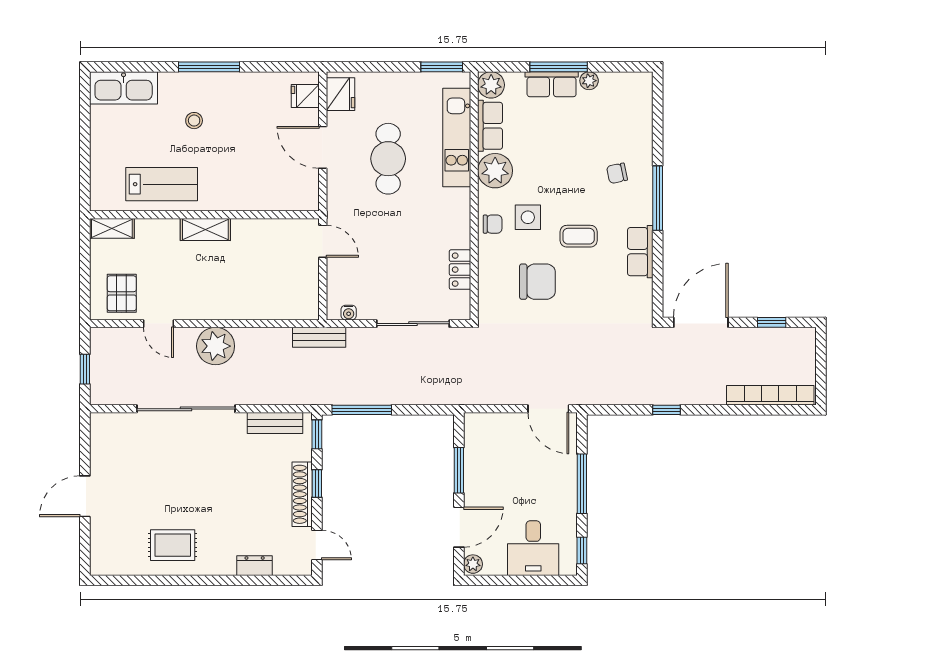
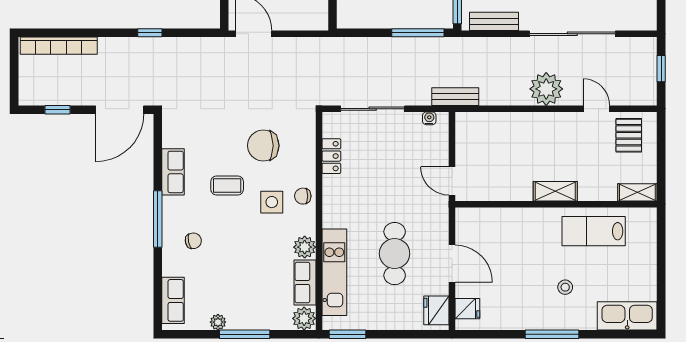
row of seats: (552, 84) -> (173, 300), moved, turned 90
plant: (495, 171) -> (305, 247), width x0.73, depth x0.73

